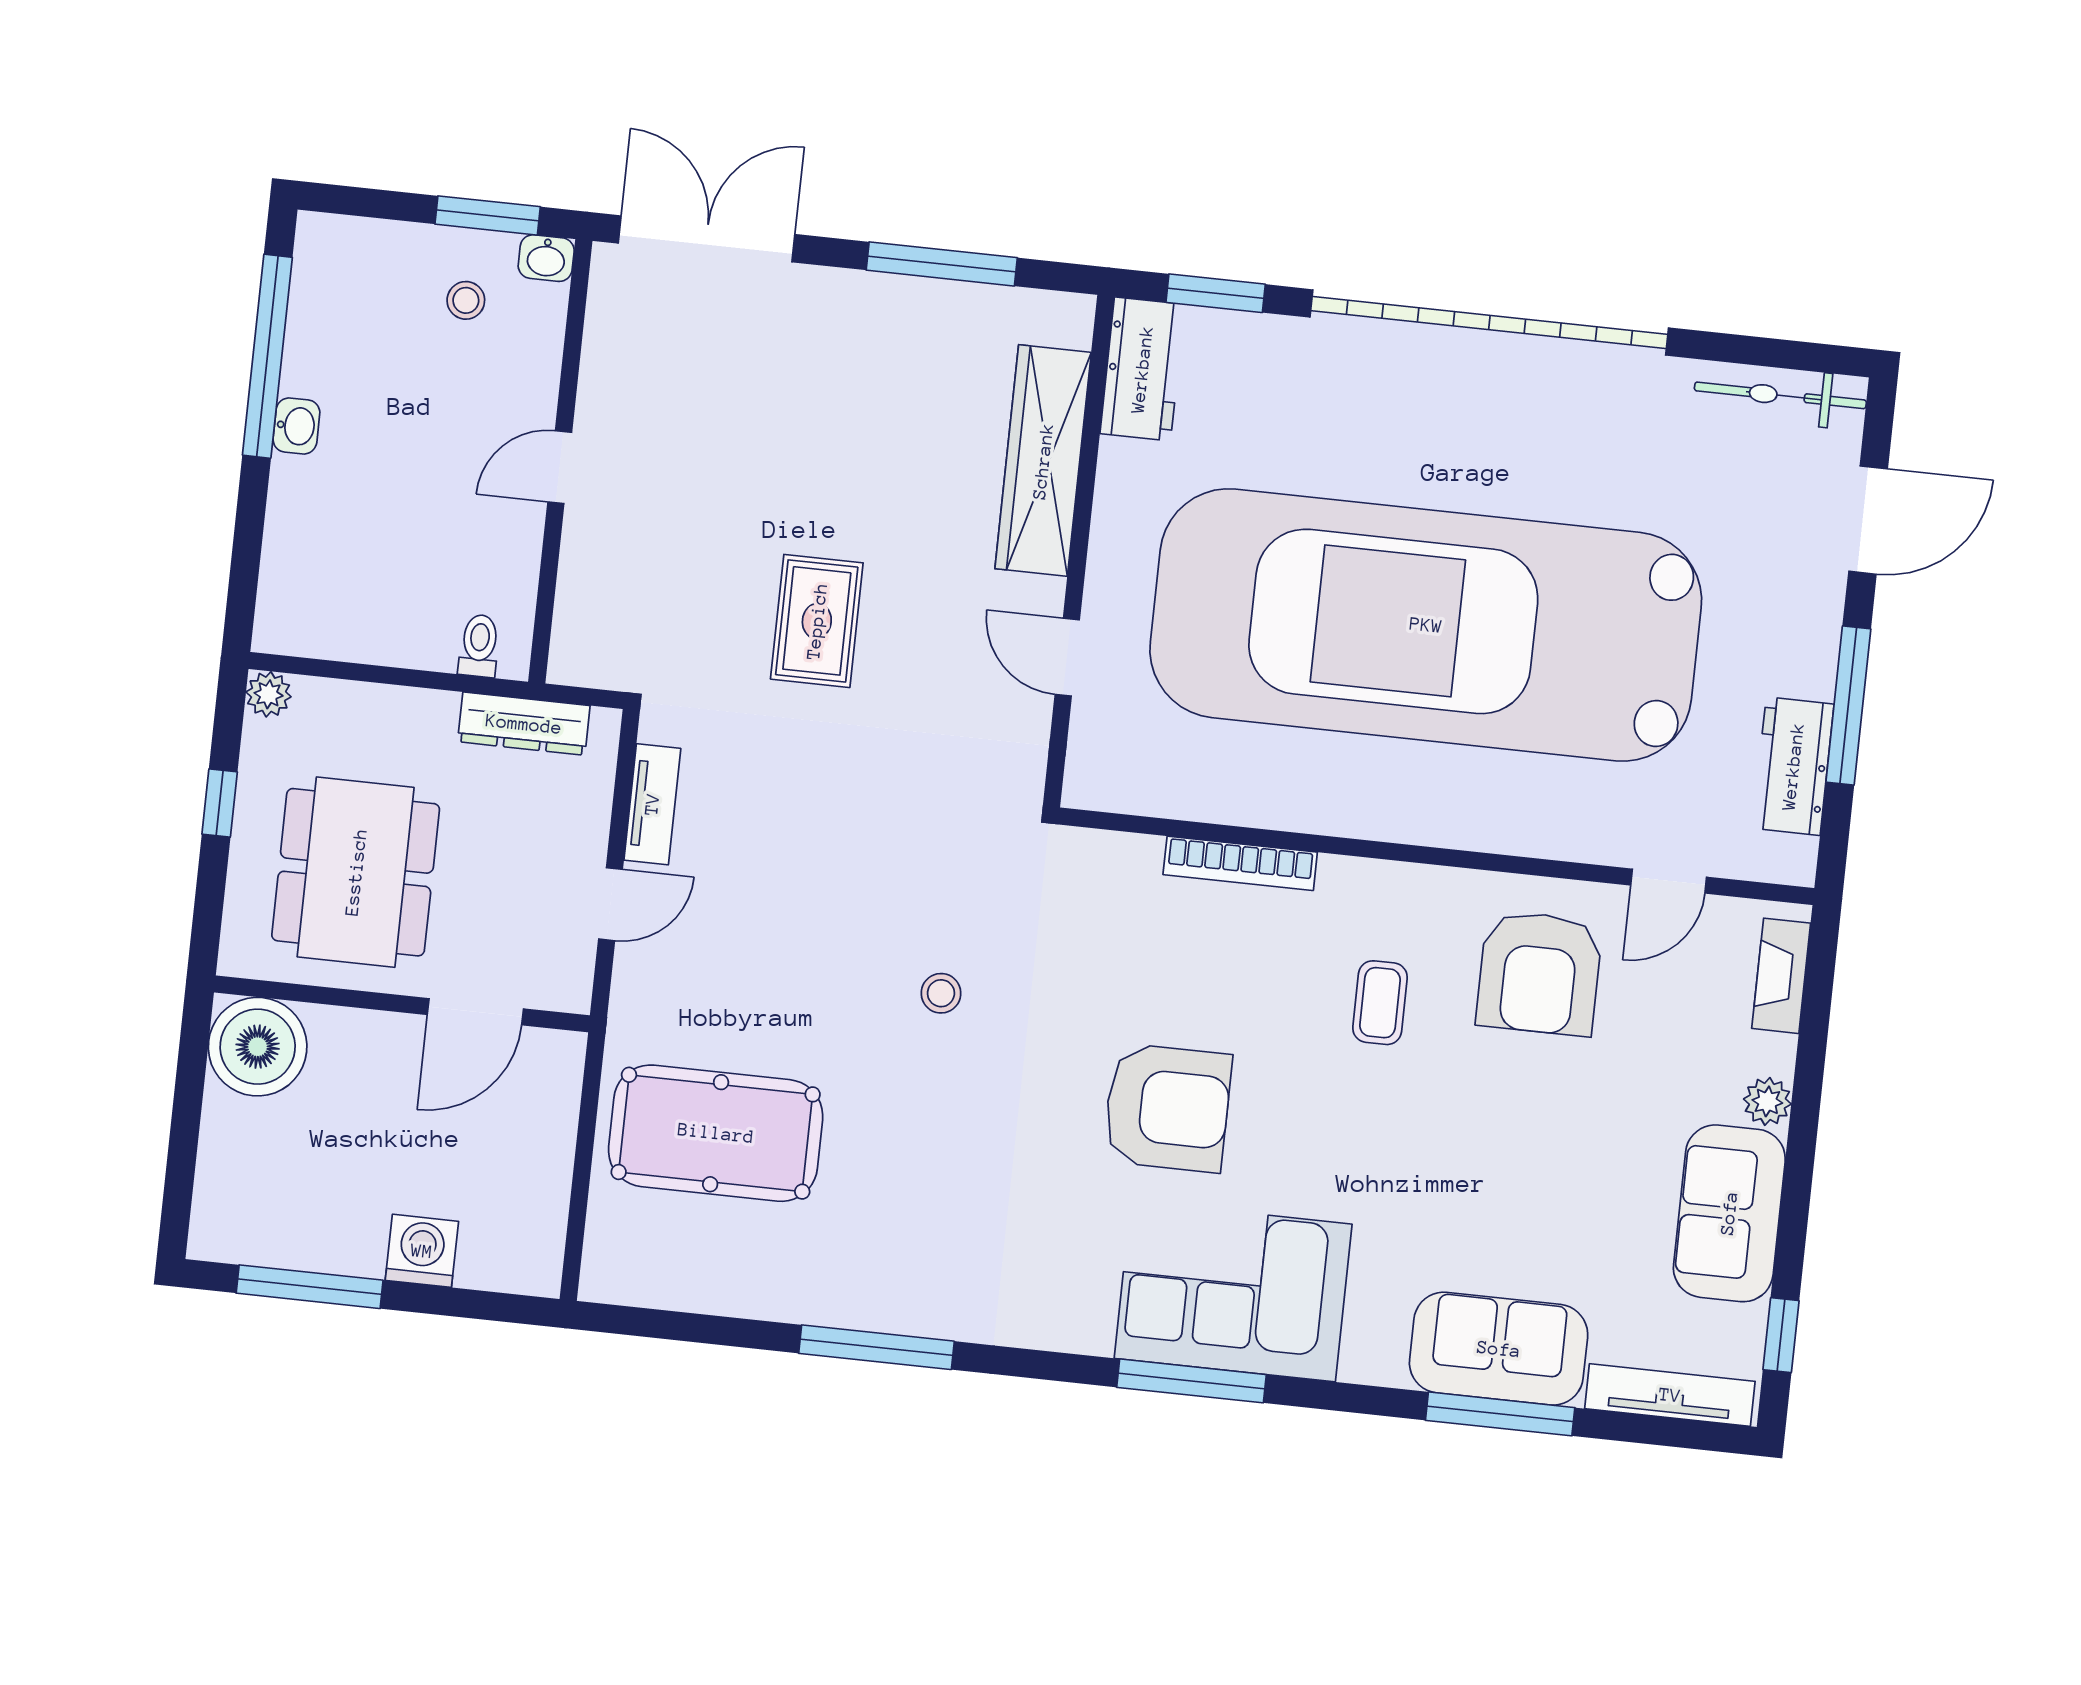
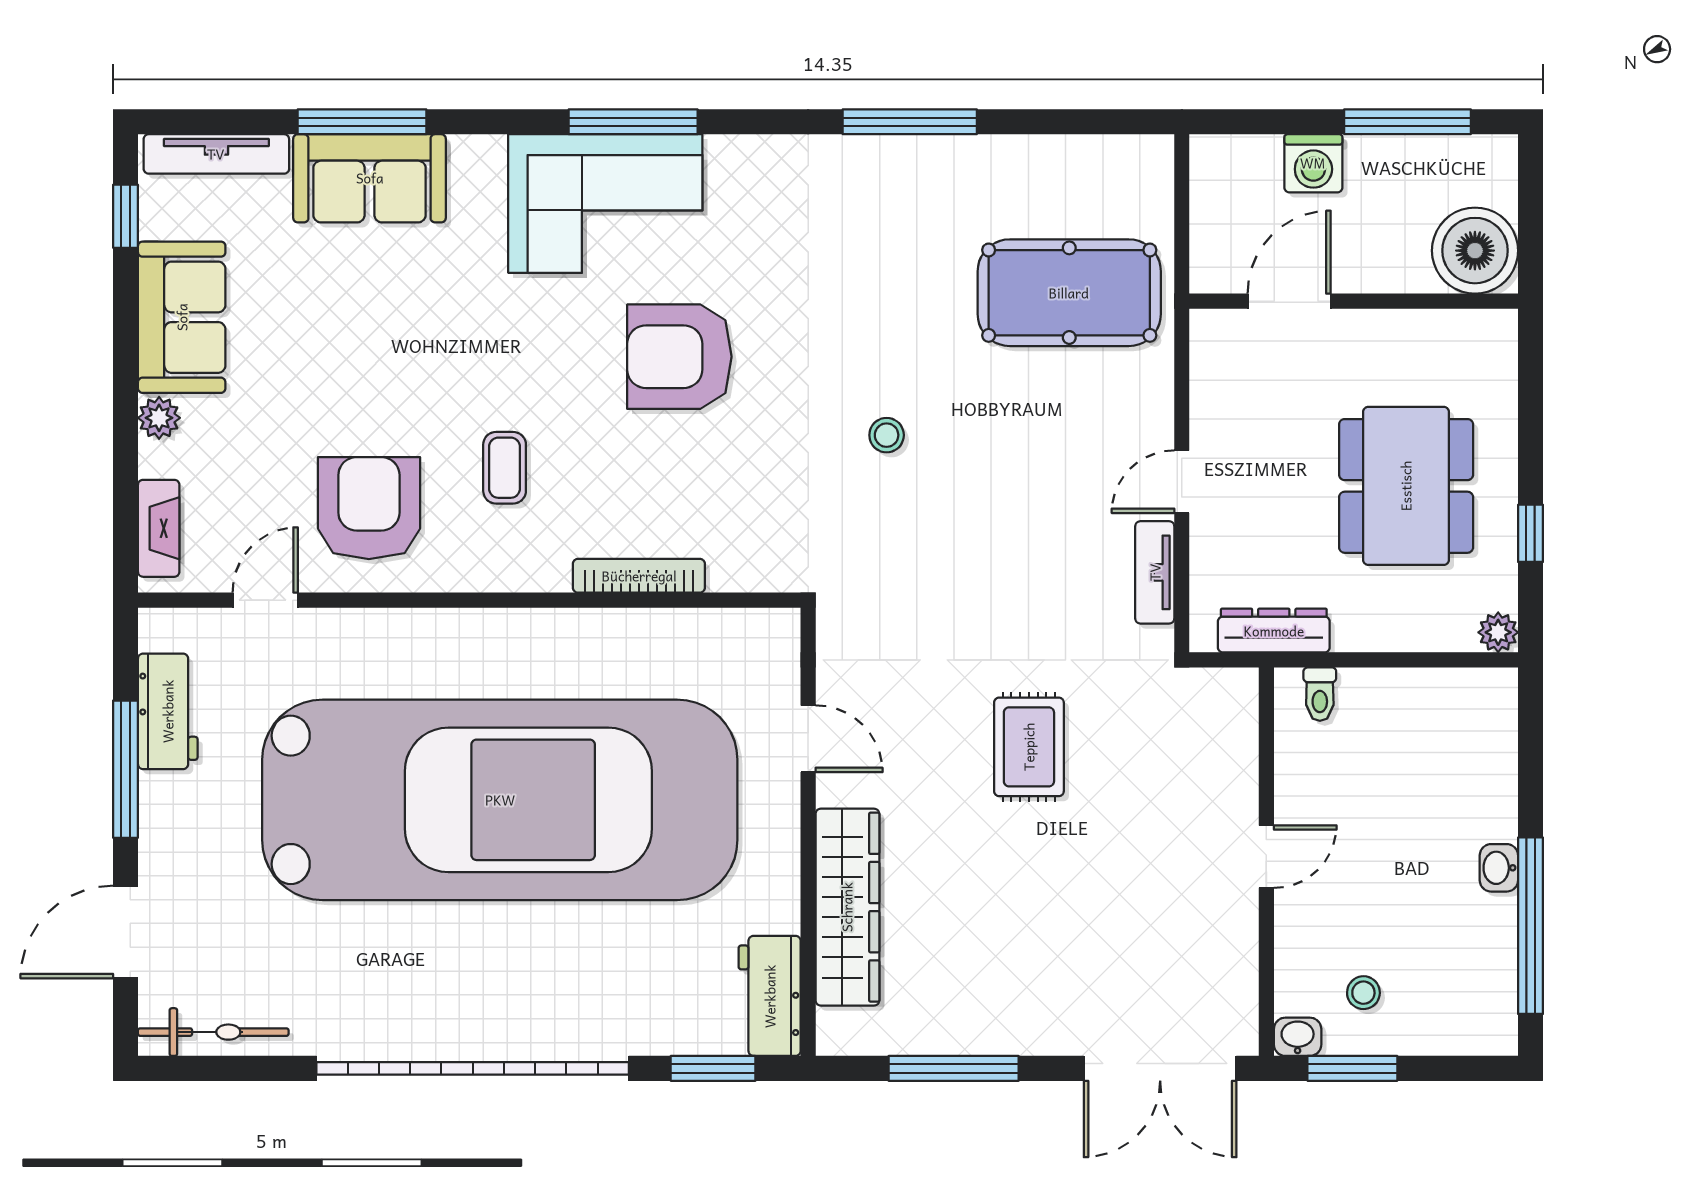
wall: (402, 1004) -> (1354, 301), moved
door: (475, 1012) -> (1289, 301), moved
boiler: (258, 1047) -> (1475, 251), moved

